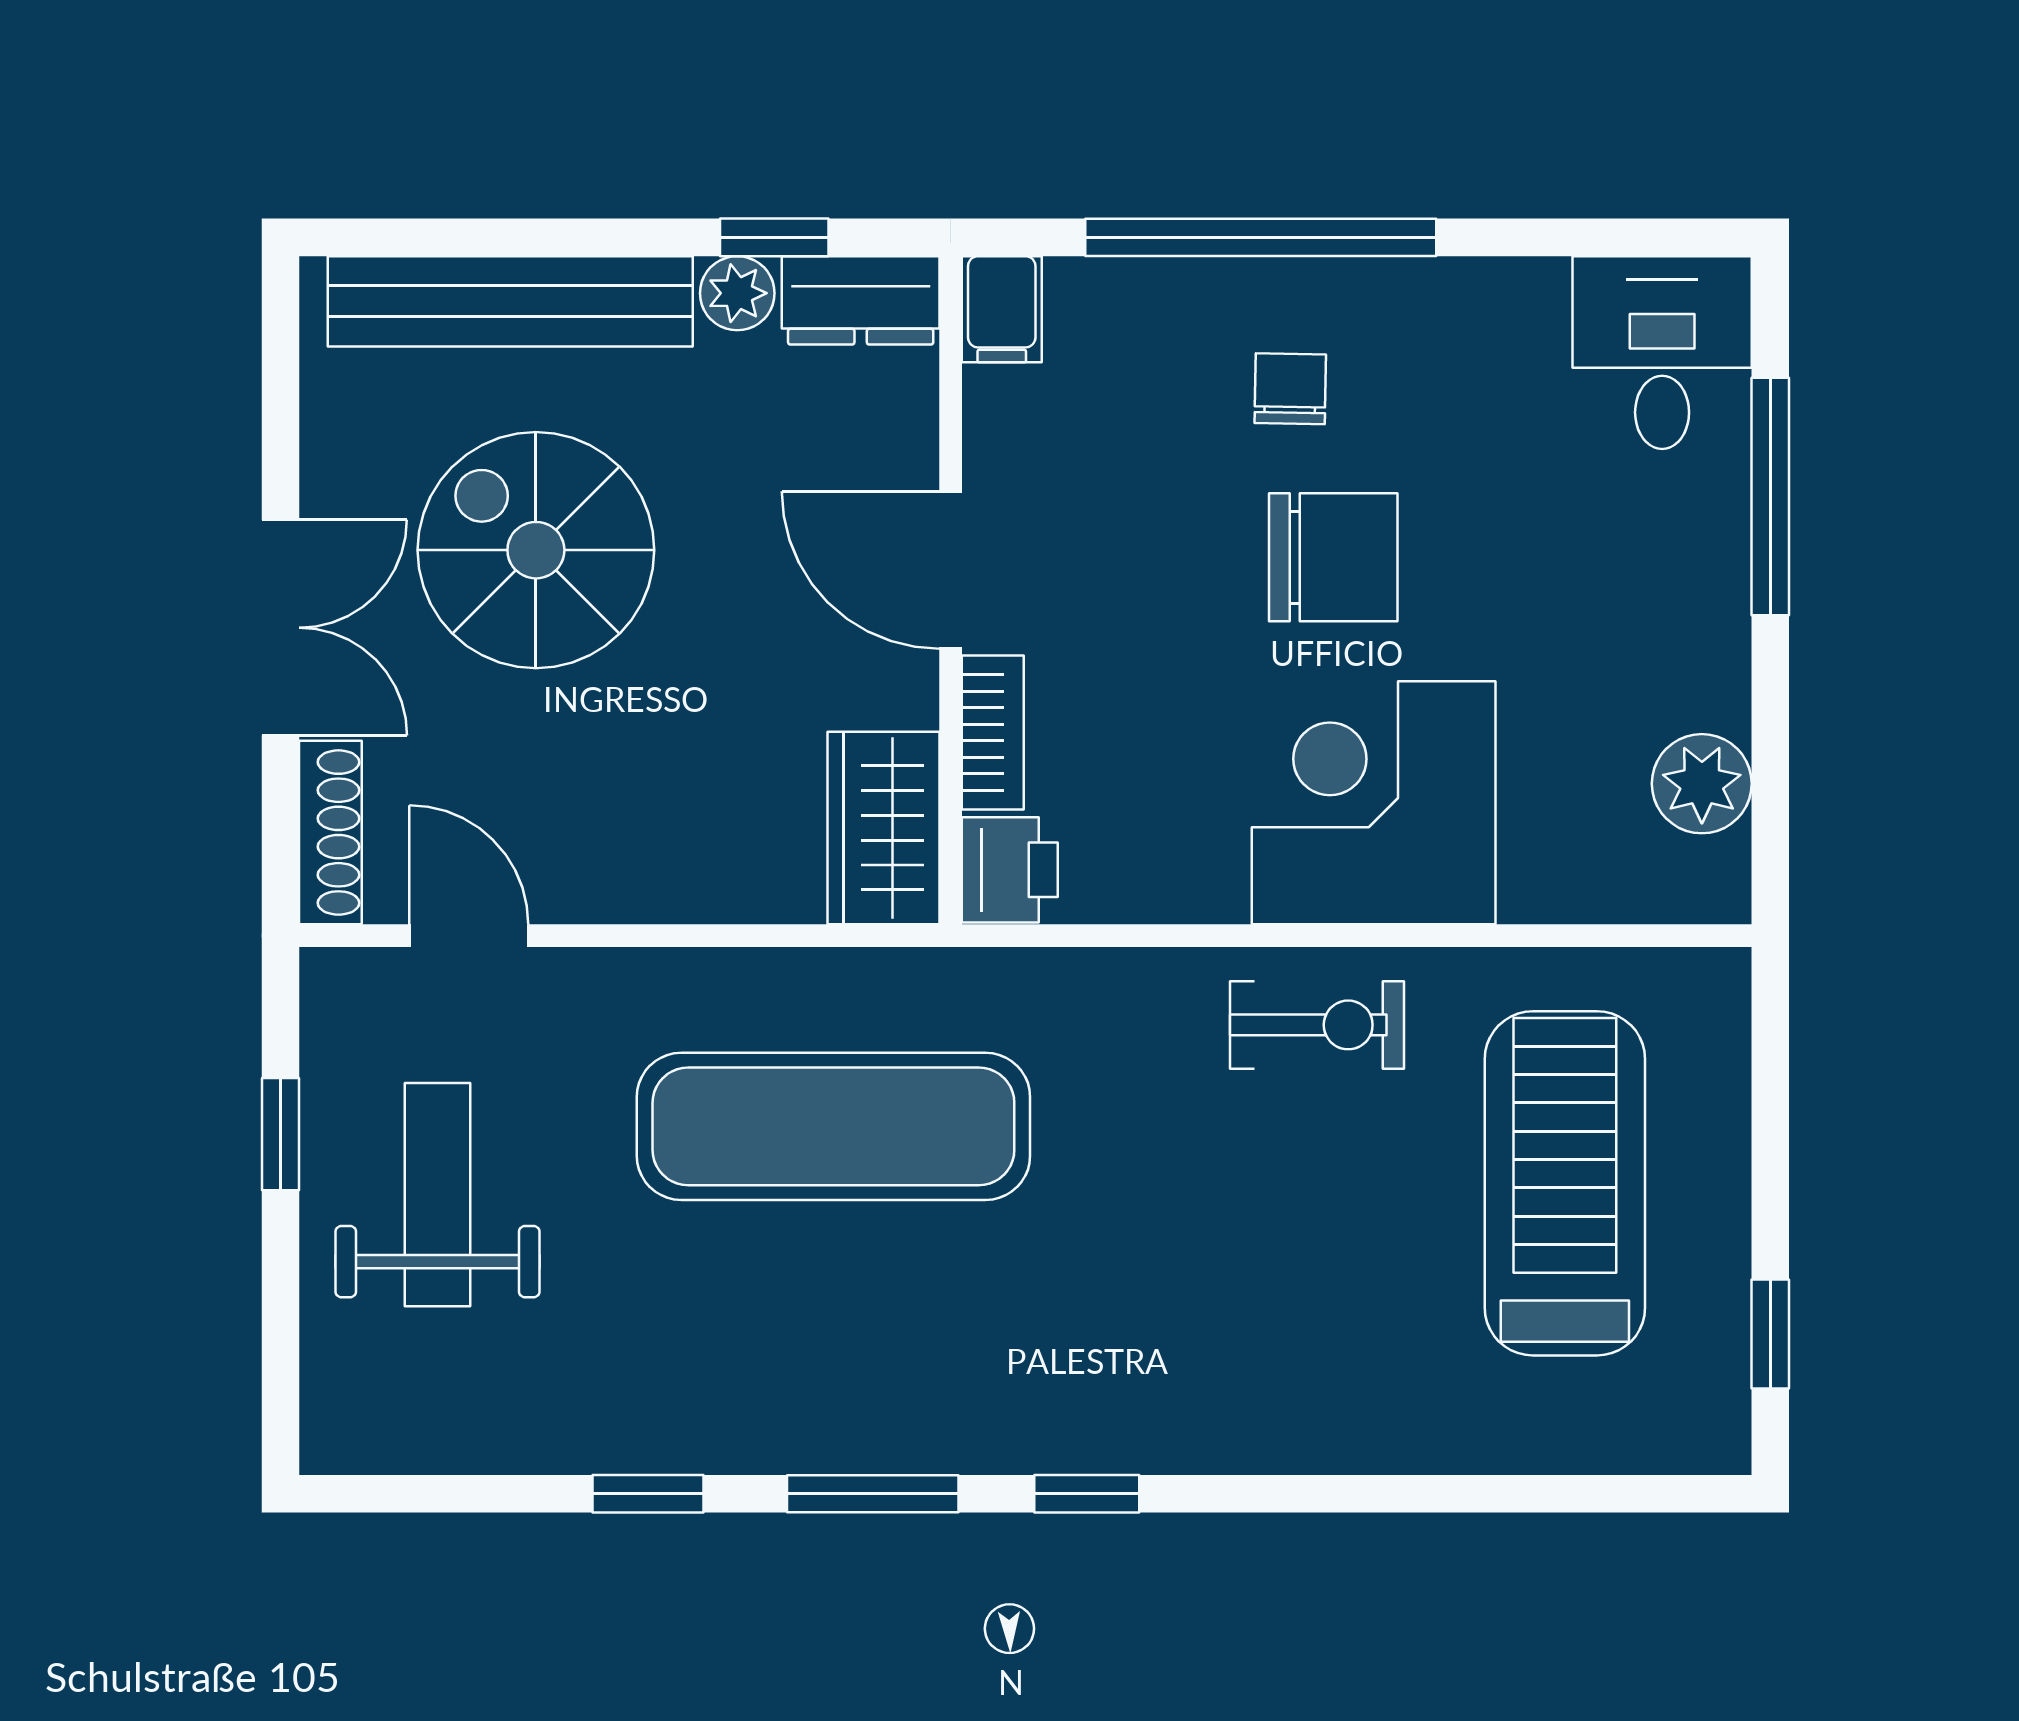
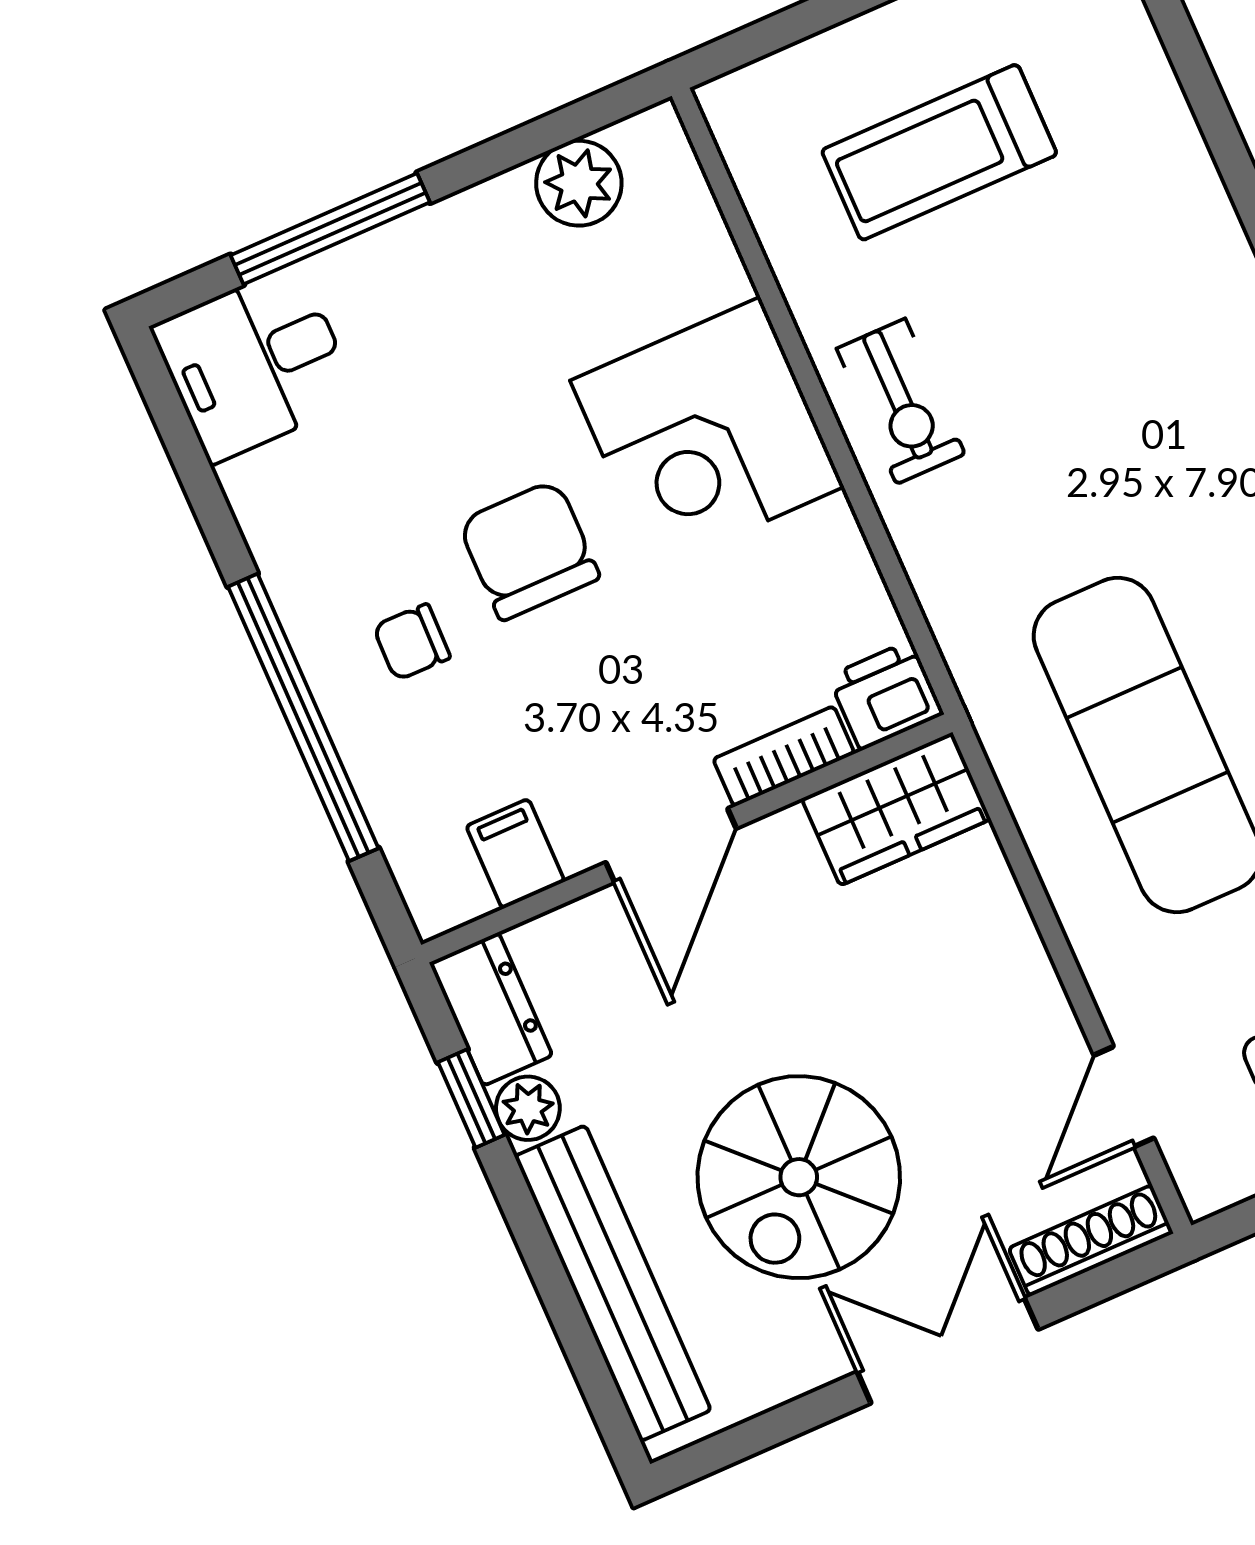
filing cabinet: (1002, 309) -> (515, 854), moved, turned -90
exercise bike: (1317, 1025) -> (901, 401), turned 180
treadmill: (1565, 1183) -> (939, 152), width x0.73, depth x0.73

